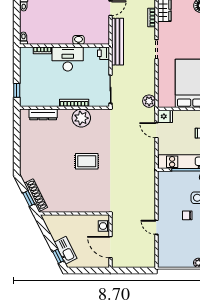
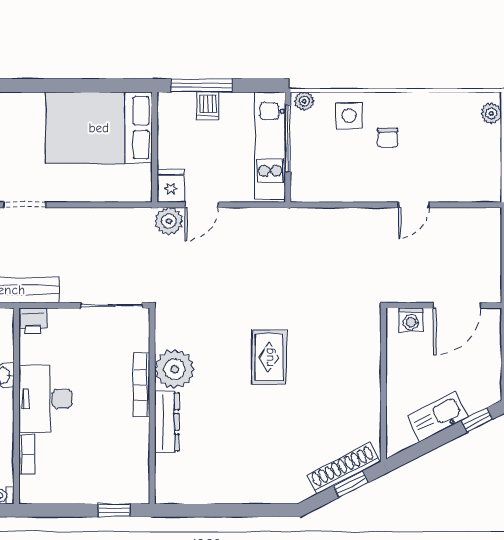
plant: (149, 101) -> (169, 221), moved
dresser: (43, 114) -> (167, 422), moved
kitchen sink: (66, 250) -> (437, 417), moved

